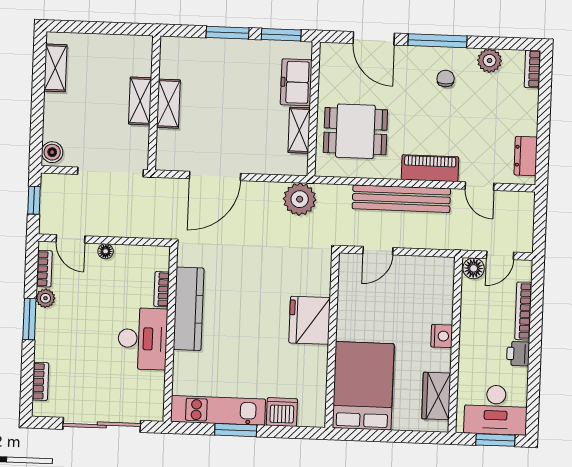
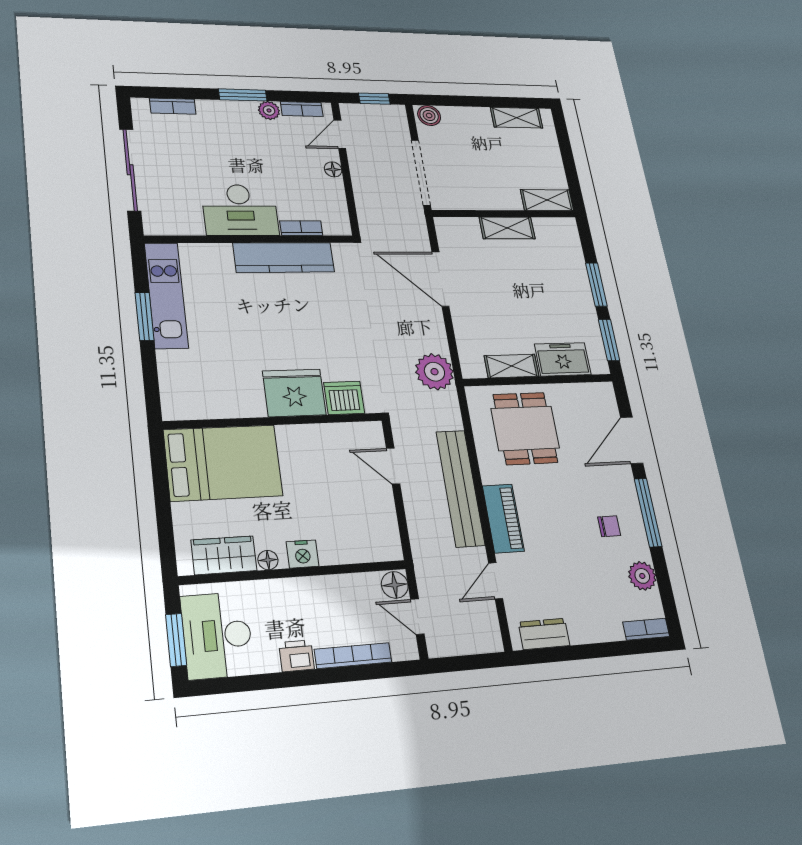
shelving: (140, 101) -> (547, 200), moved
floor lamp: (443, 363) -> (268, 560), added
dishwasher: (282, 412) -> (344, 398), moved, turned -90

